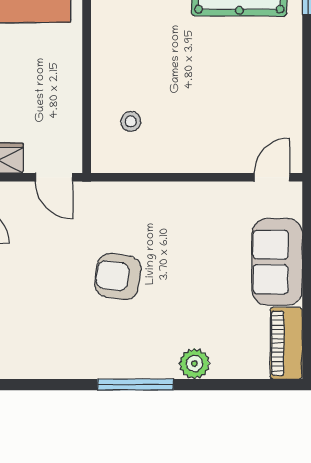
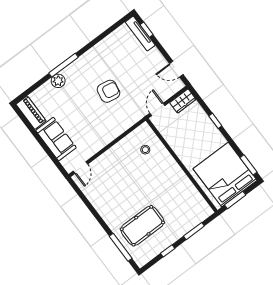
door: (54, 177) -> (157, 109), hinge flipped
window: (135, 385) -> (64, 65), moved

